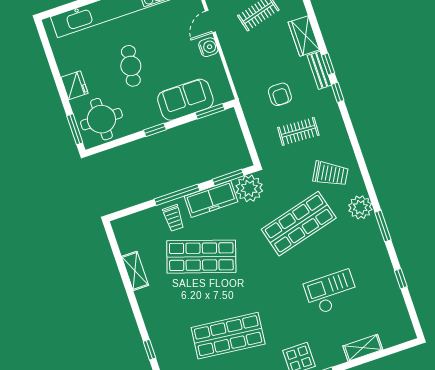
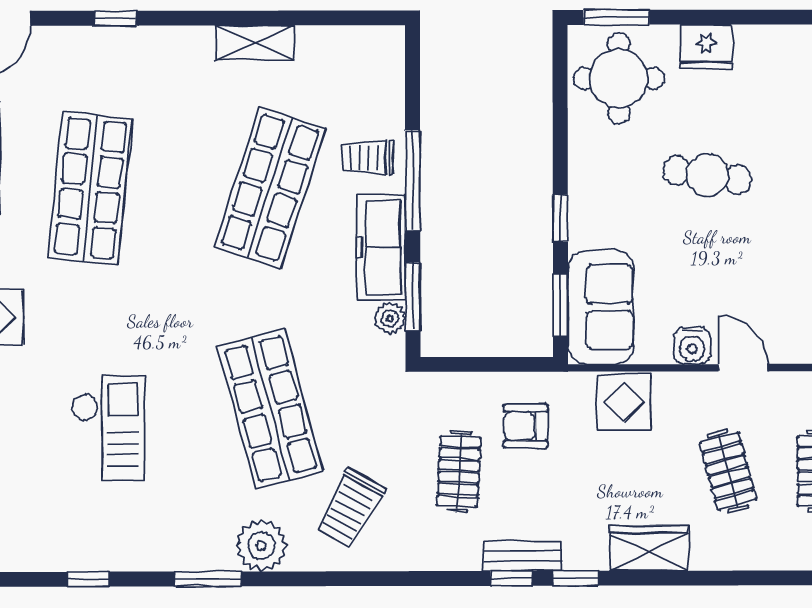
display table: (243, 69) -> (624, 402), added
bench: (319, 70) -> (523, 556), moved
armchair: (280, 94) -> (526, 426), moved
sofa: (185, 100) -> (601, 307), moved
window: (155, 130) -> (560, 218), moved
plant: (249, 188) -> (390, 319), width x0.53, depth x0.53
shelving: (135, 271) -> (255, 43), moved

